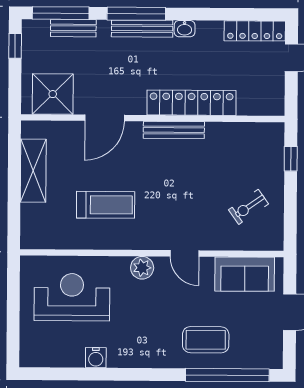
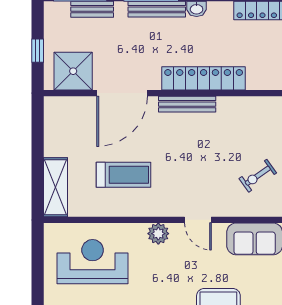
window: (15, 46) -> (38, 51), moved
door: (105, 118) -> (122, 93), width x1.36
shelving: (33, 171) -> (55, 187), moved

